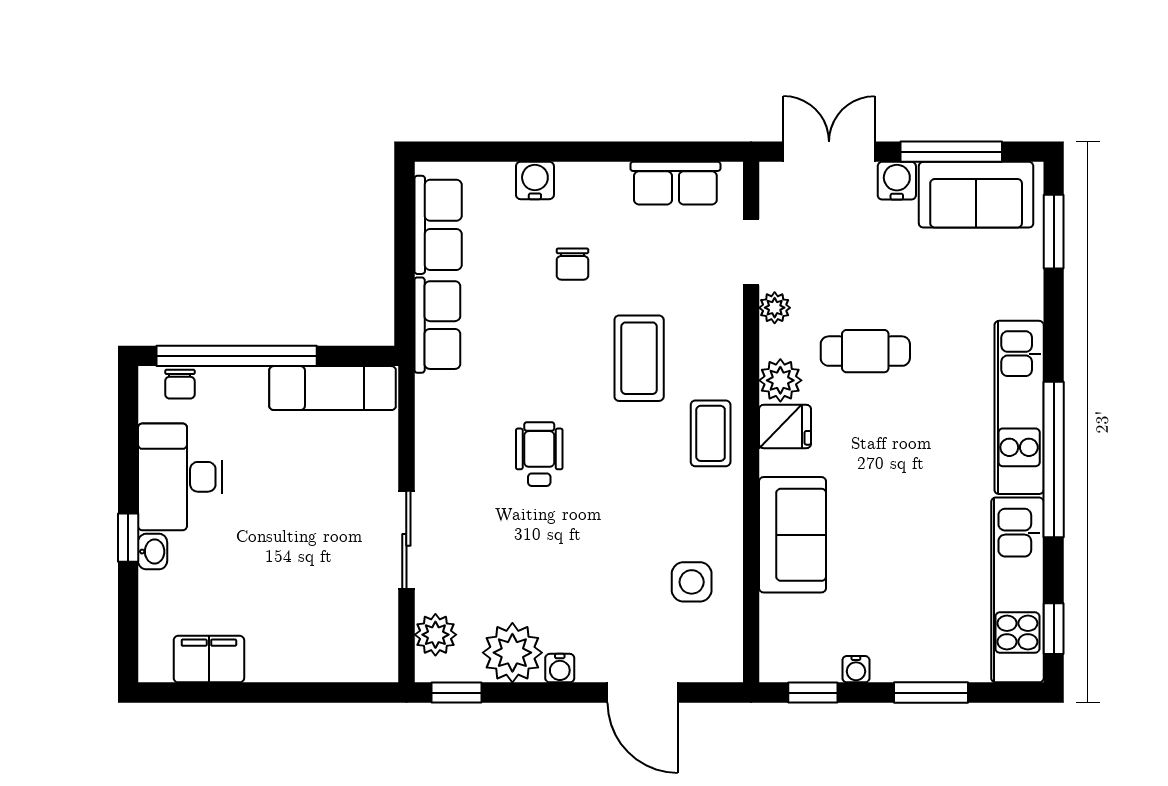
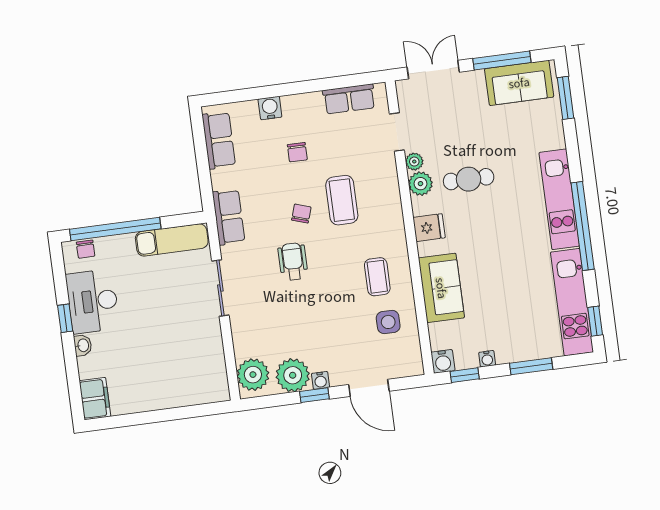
water cooler: (897, 181) -> (443, 361), moved, turned 180
row of seats: (437, 325) -> (229, 217), moved
chair: (565, 372) -> (301, 214), added
plant: (780, 380) -> (420, 184), moved
coffee table: (711, 433) -> (377, 277), moved
window: (128, 538) -> (65, 318), moved
sliding door: (406, 540) -> (220, 288), moved
plant: (435, 635) -> (253, 375), width x1.36, depth x1.36
filing cabinet: (209, 659) -> (95, 399), moved, turned 90
window: (457, 693) -> (314, 395), moved

